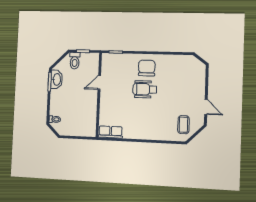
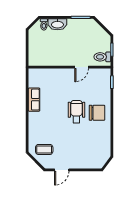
toilet: (75, 61) -> (102, 57), moved
washbasin: (57, 79) -> (57, 24), moved
door: (99, 82) -> (82, 67), swing flipped
row of seats: (110, 132) -> (34, 100), moved

